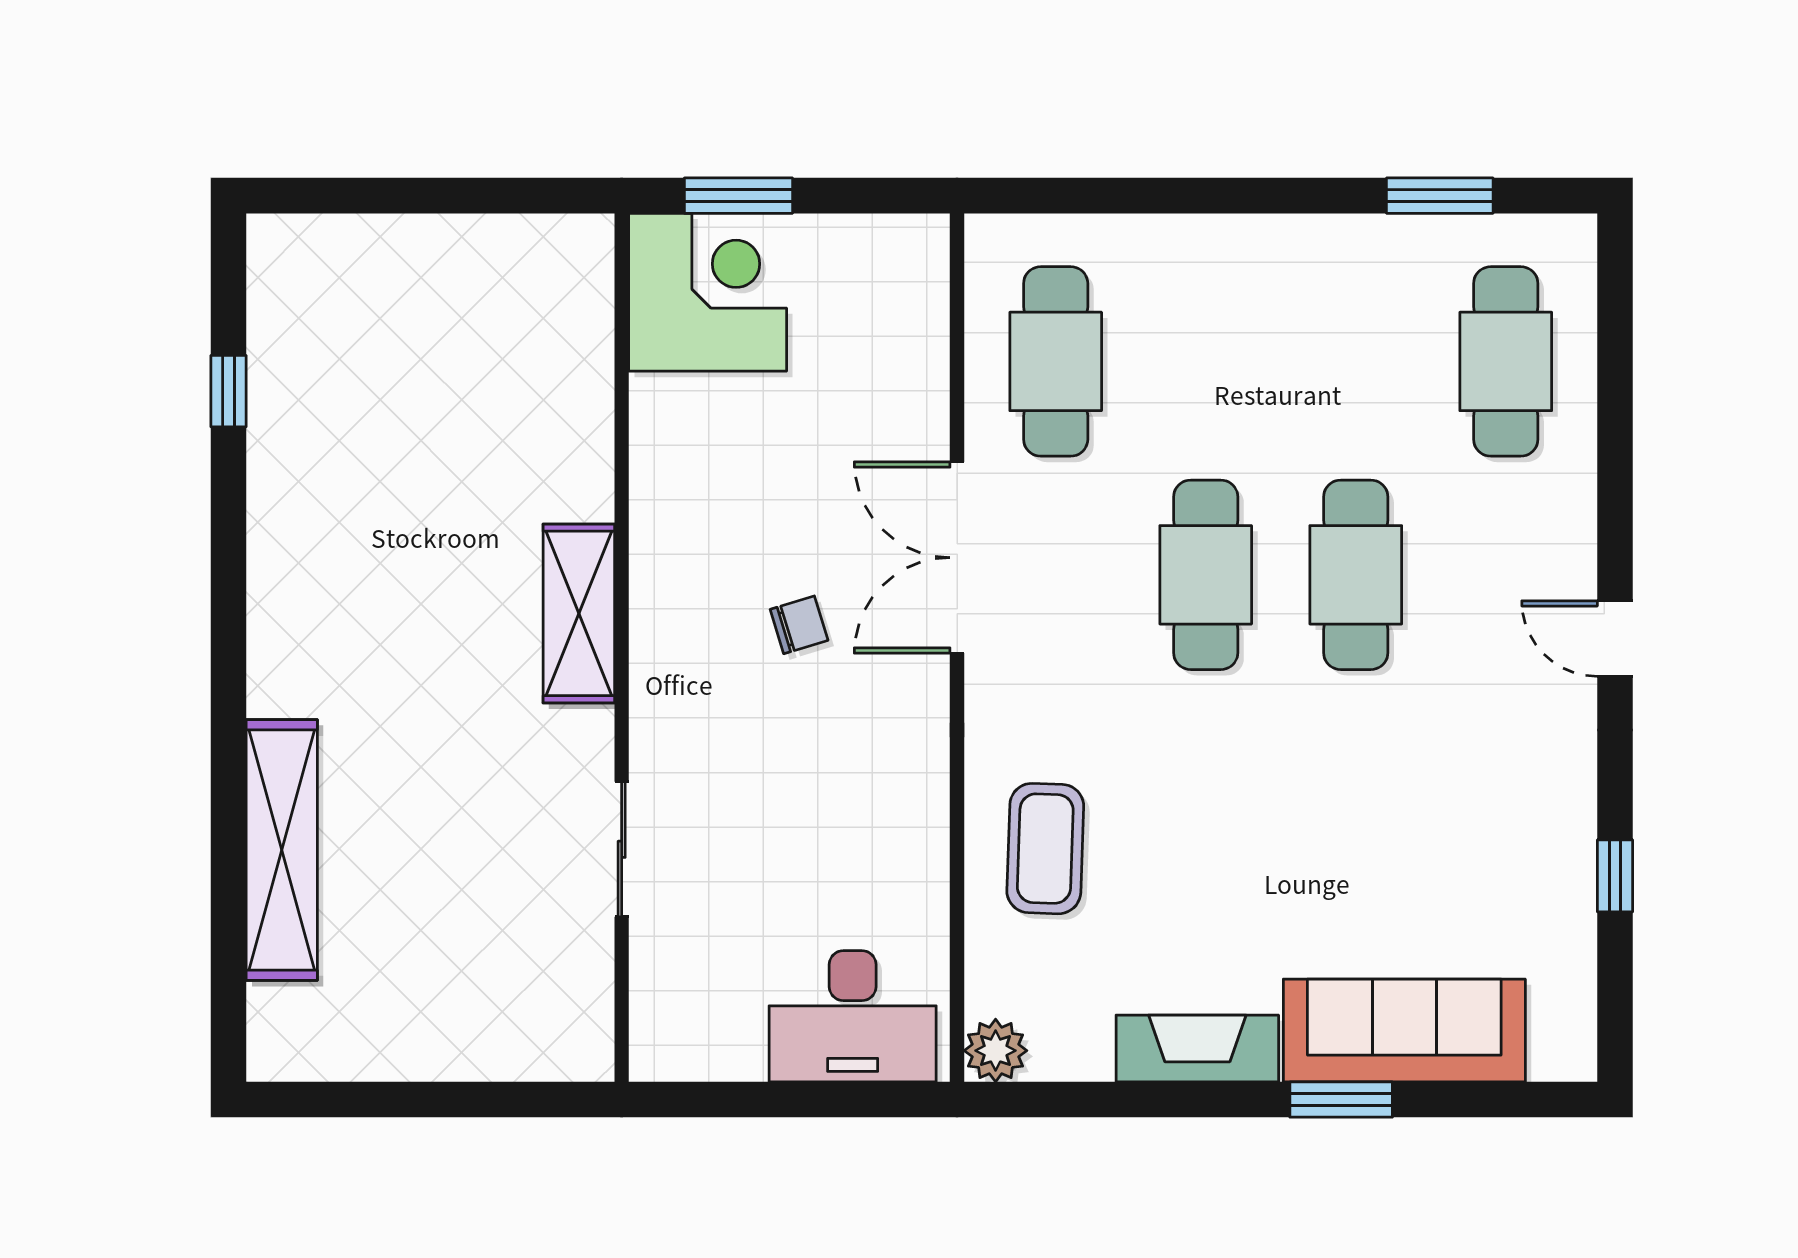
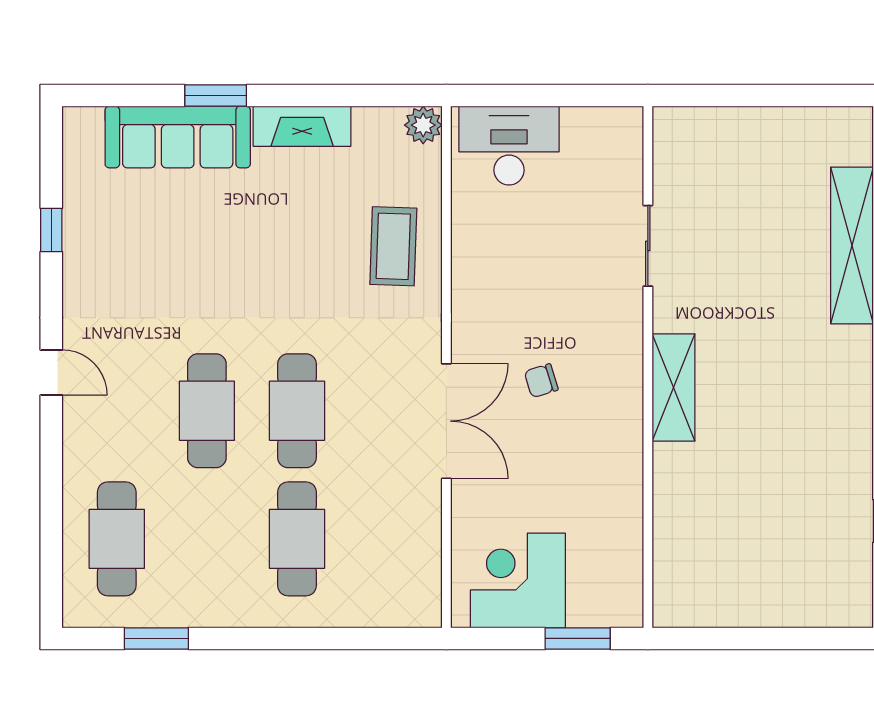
corner desk: (708, 292) -> (518, 580), moved, turned 90
cafe table: (1056, 361) -> (297, 539), moved

